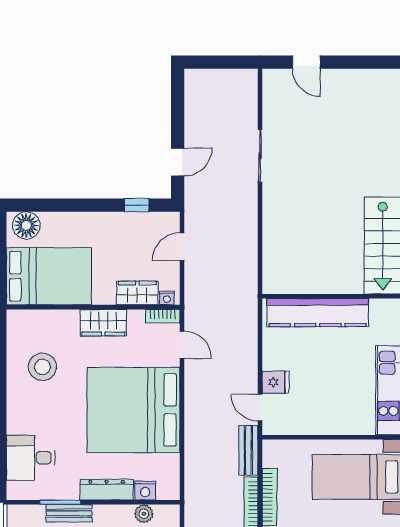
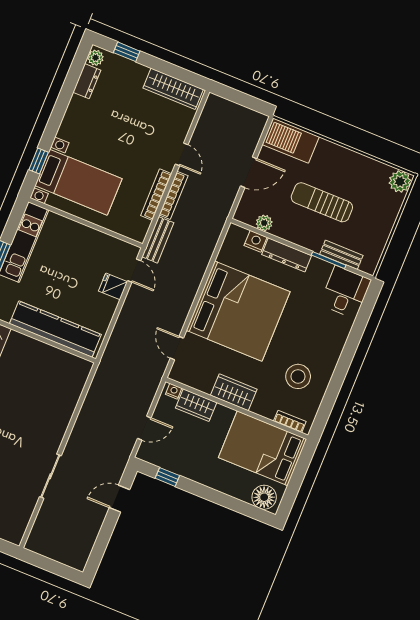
bookcase: (163, 316) -> (290, 421), moved
desk: (31, 458) -> (345, 292), moved, turned -90
bench: (69, 513) -> (341, 255), moved

